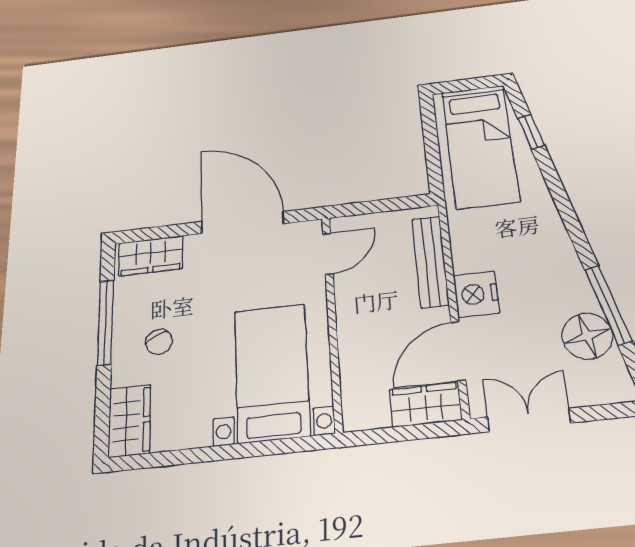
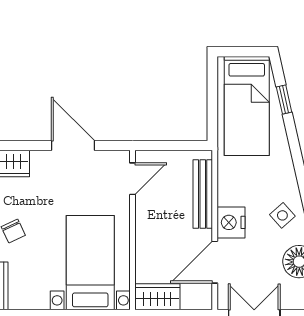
door: (243, 223) -> (73, 146), width x0.73
side table: (552, 276) -> (282, 215), added
wardrobe: (426, 405) -> (157, 297), moved

